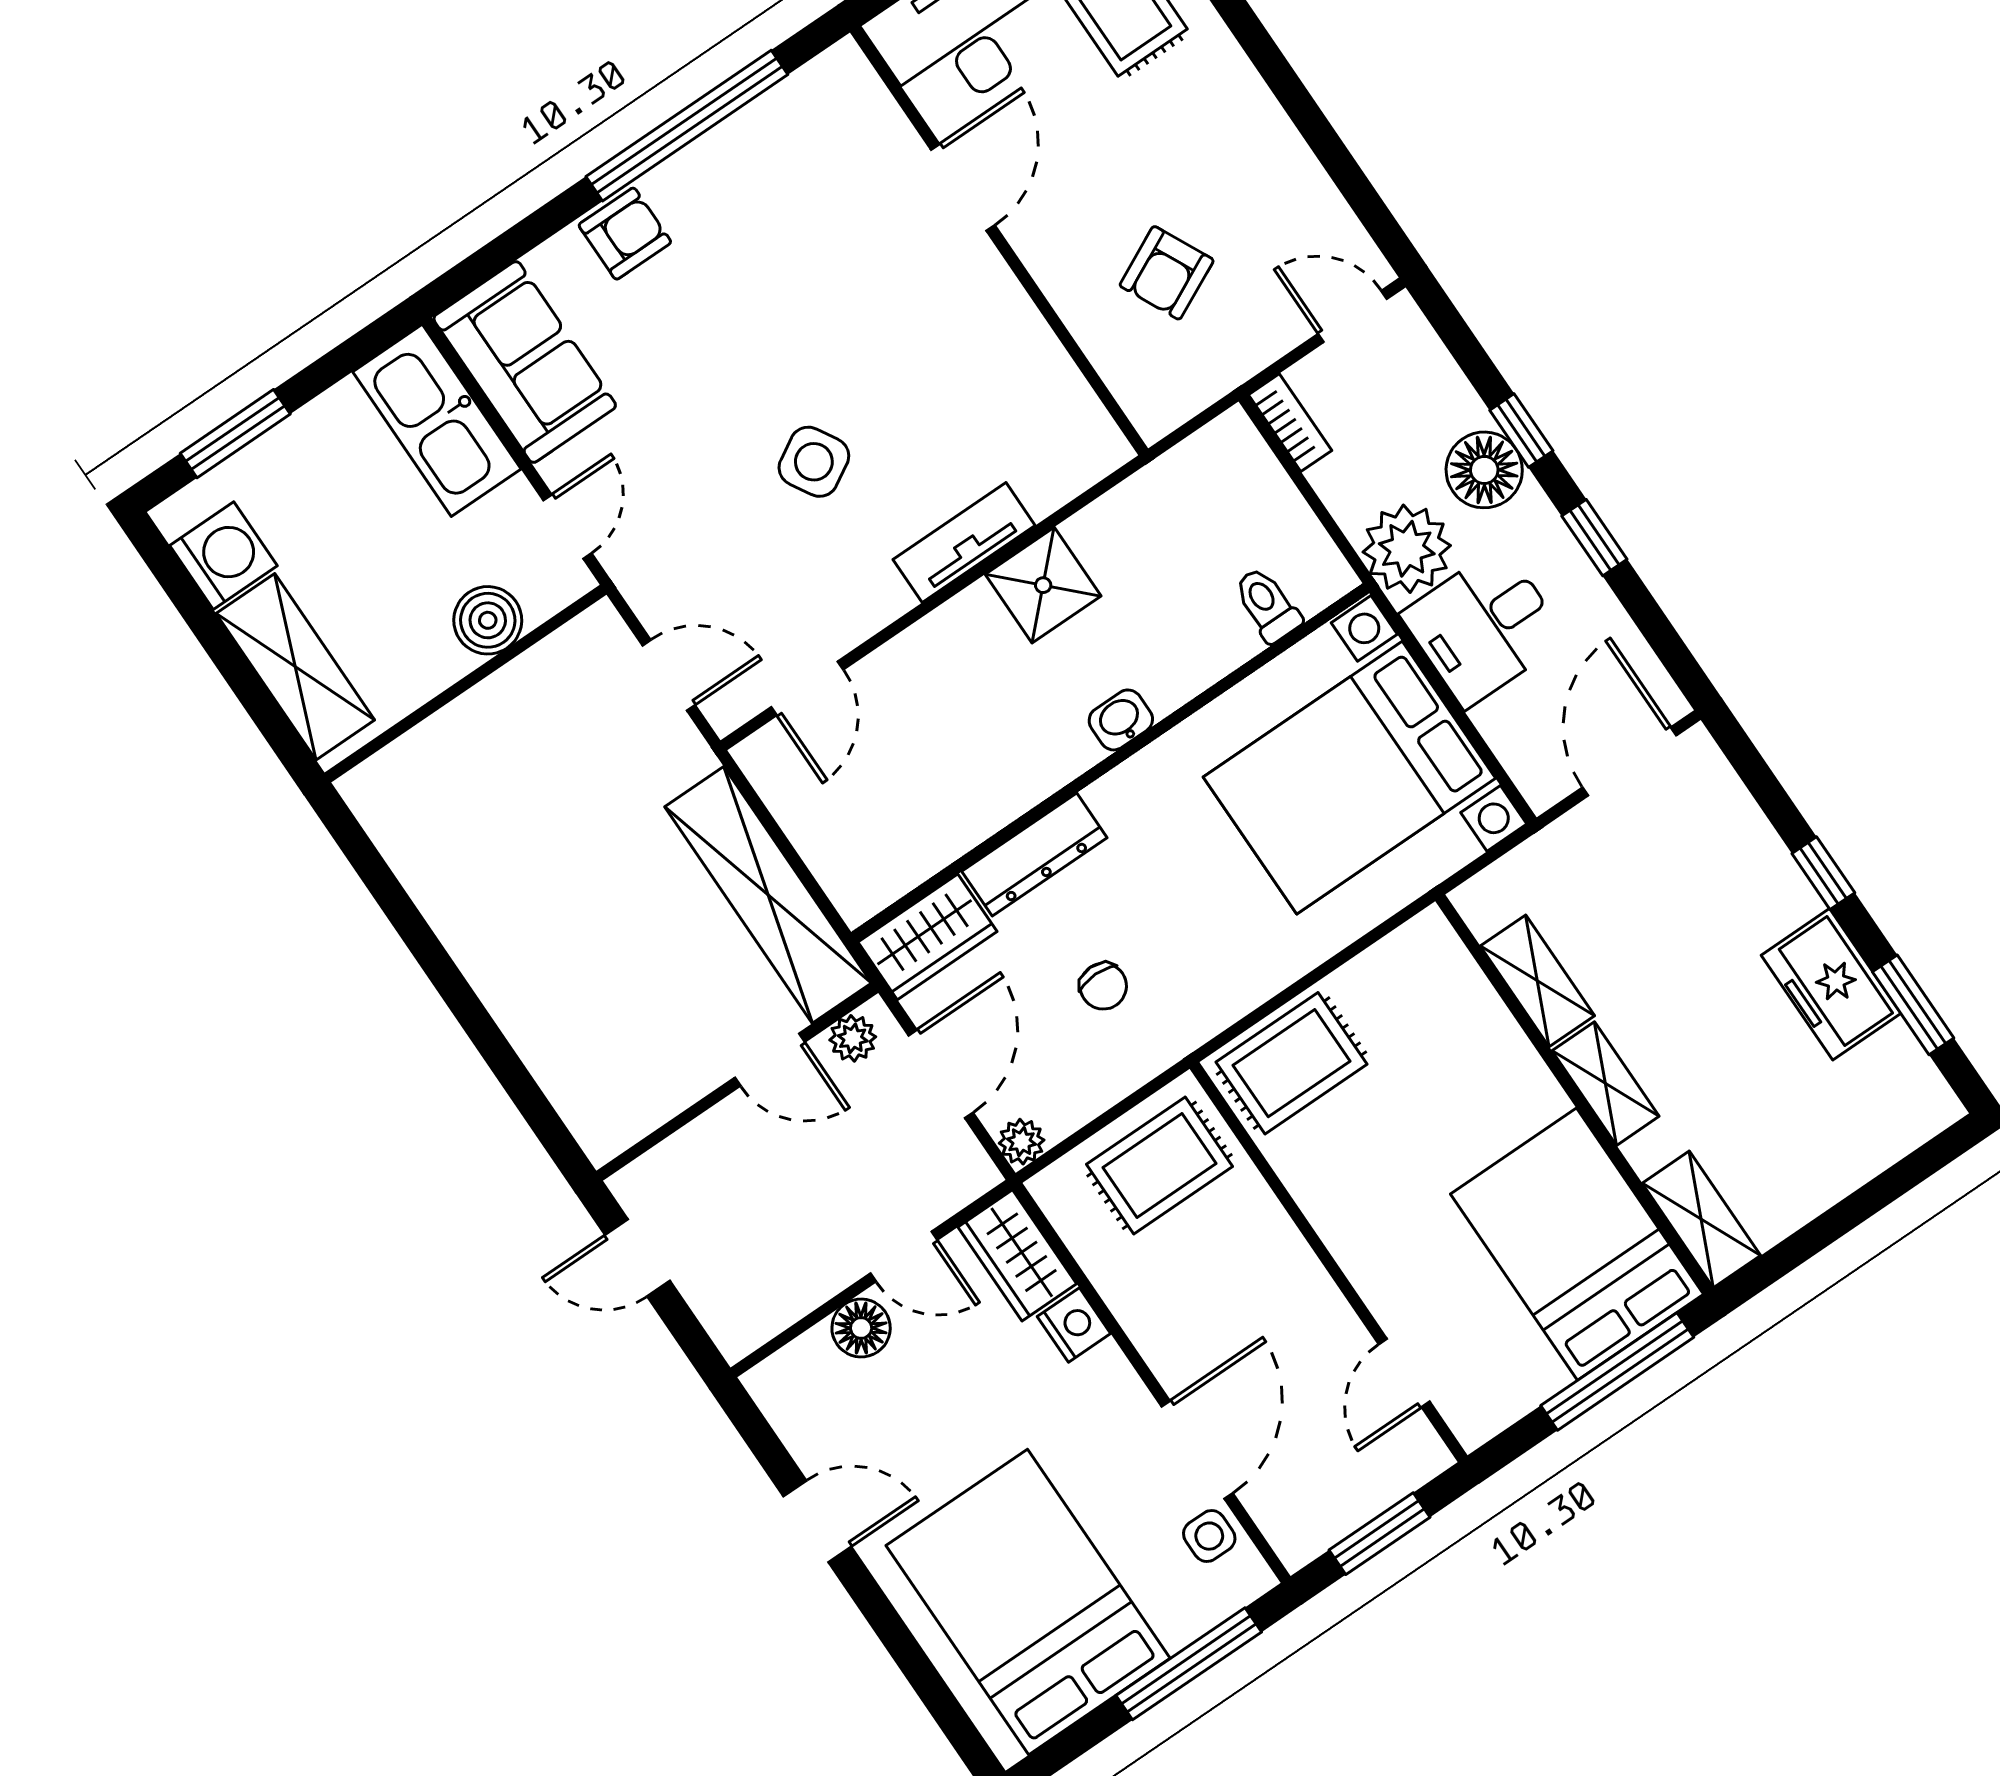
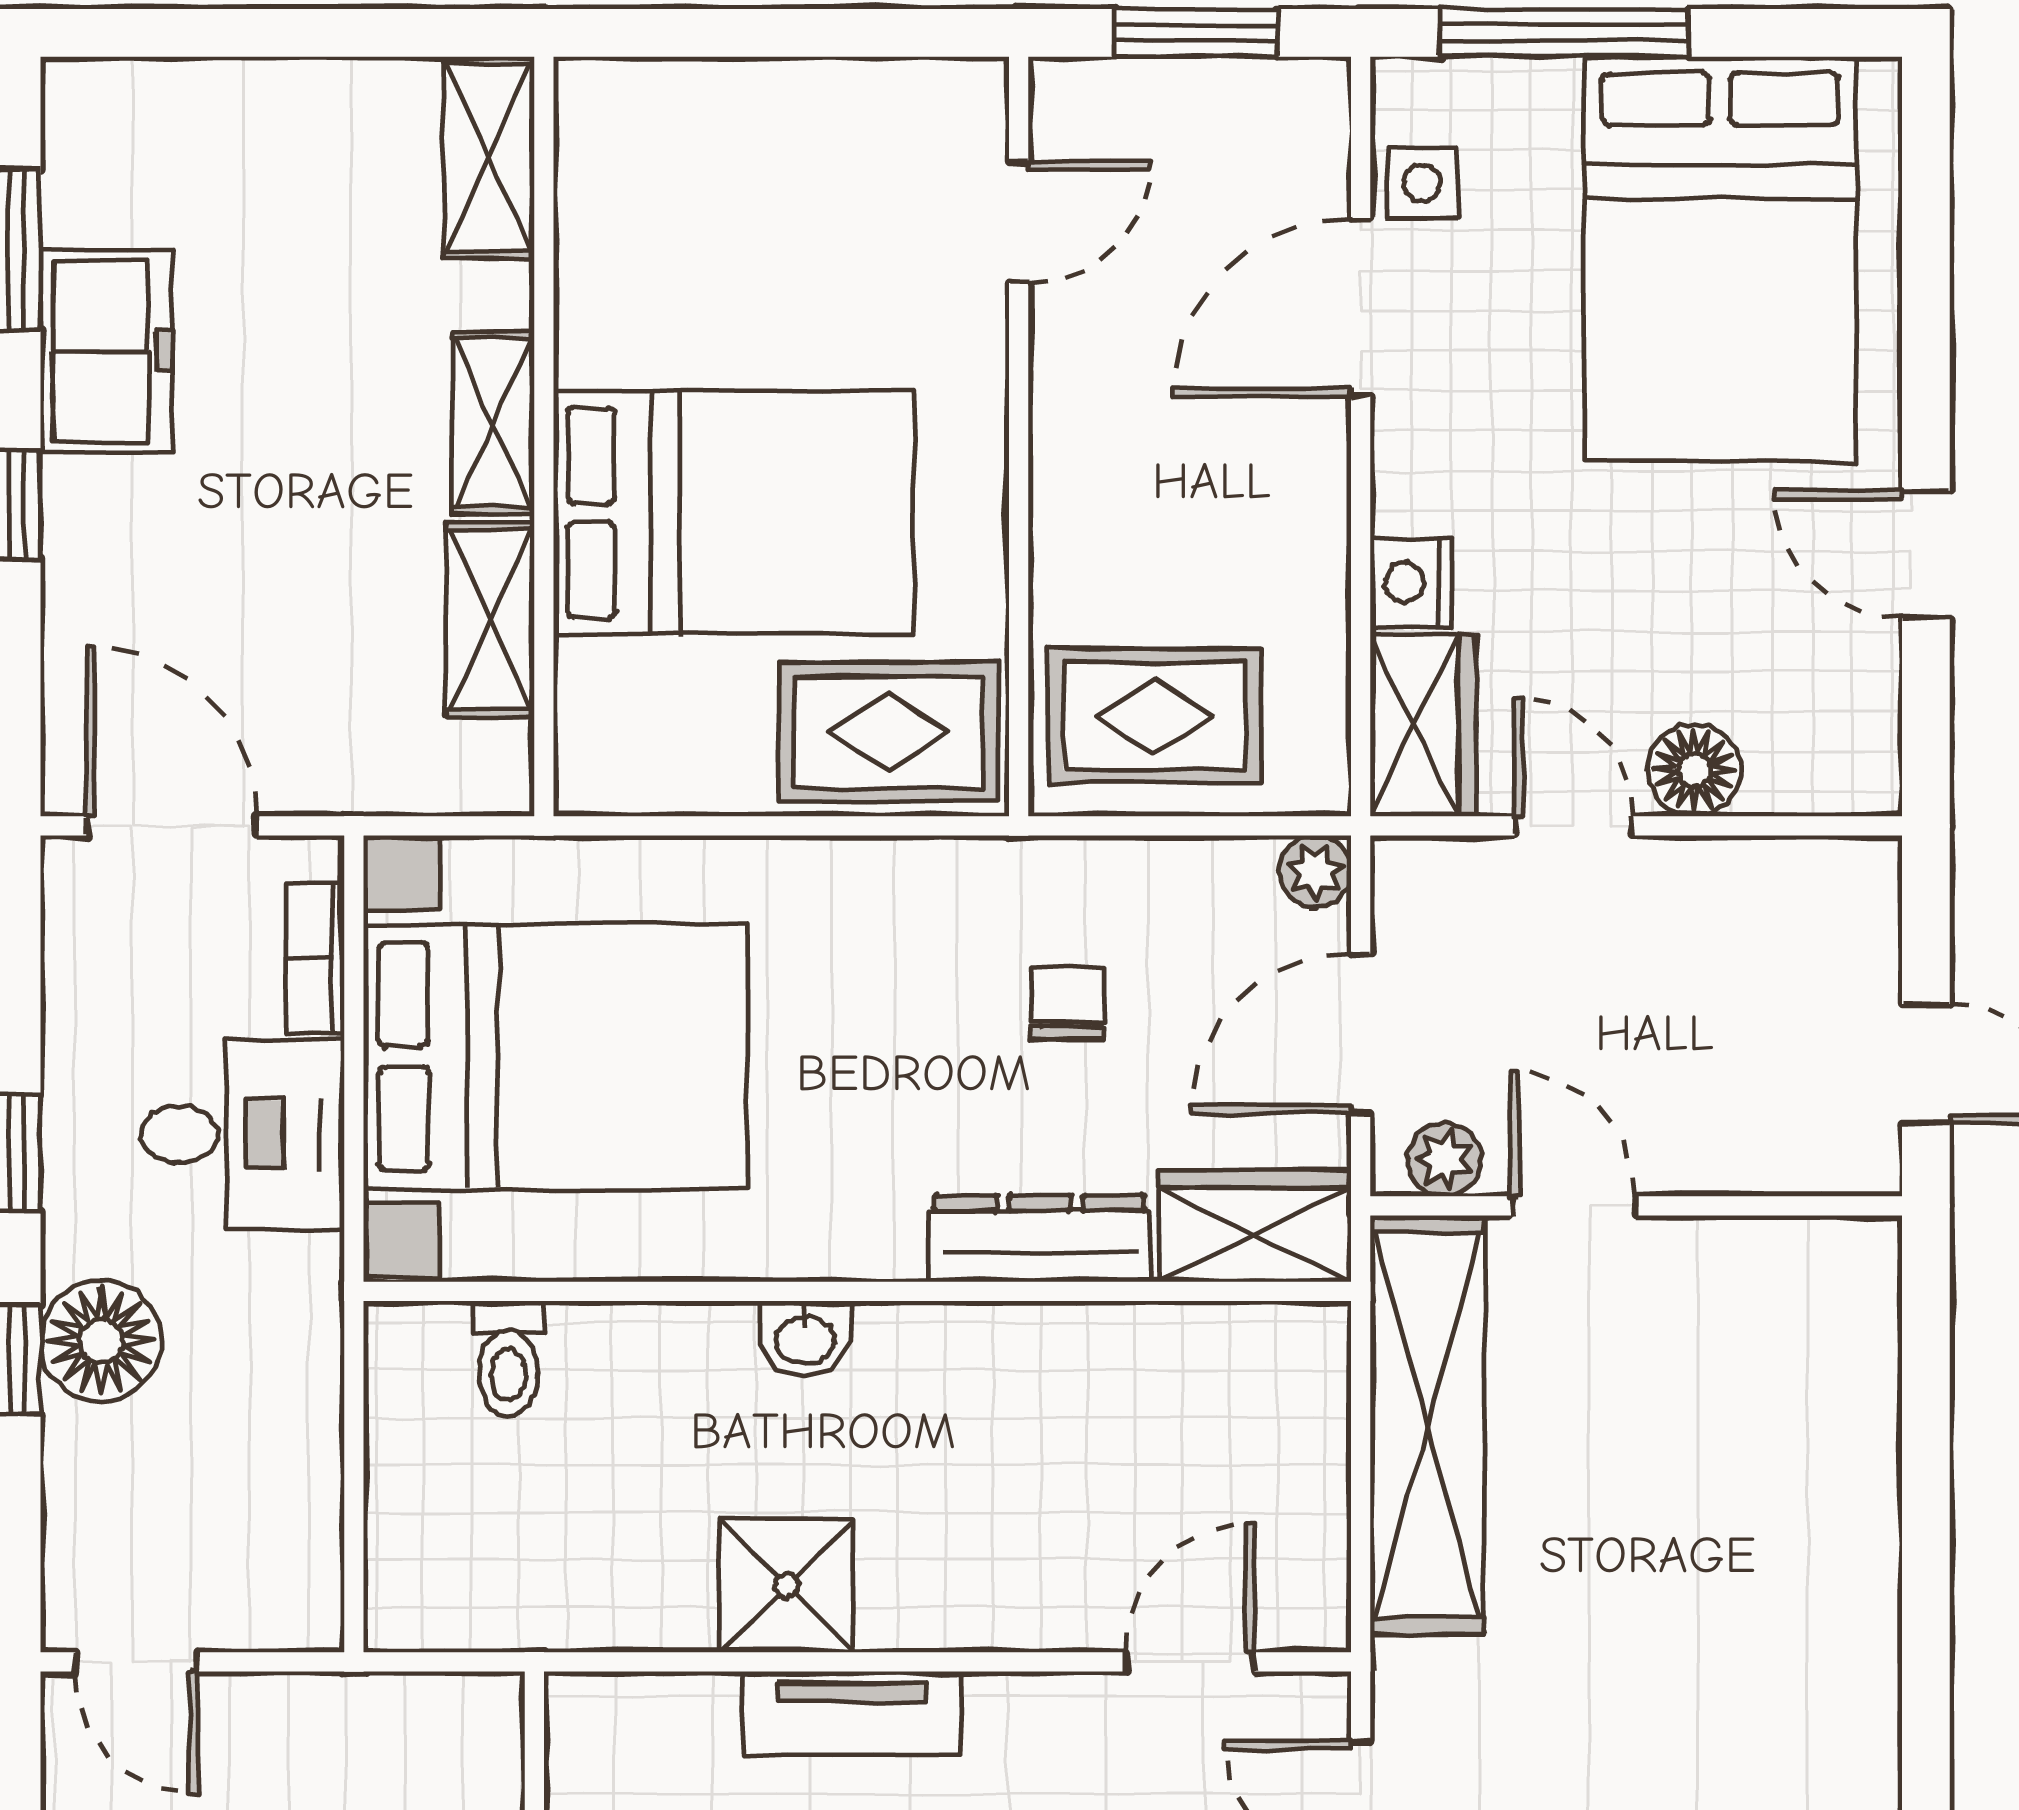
bookcase: (1290, 423) -> (315, 958), moved
plant: (1407, 549) -> (274, 1307), removed
door: (1630, 761) -> (172, 826), swing flipped
bed: (1577, 1244) -> (734, 513), moved, turned -90
window: (1617, 1371) -> (736, 33), removed

